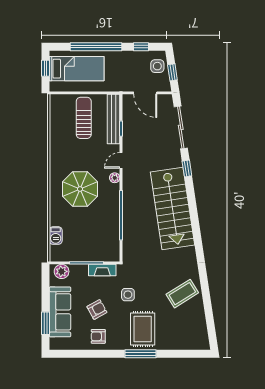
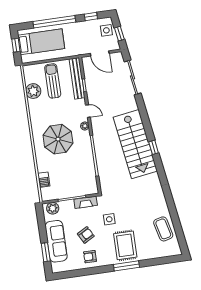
plant: (59, 127) -> (33, 91), added
door: (121, 160) -> (88, 111), swing flipped
window: (187, 169) -> (154, 147), moved
coffee table: (182, 294) -> (163, 229), moved, turned -72

